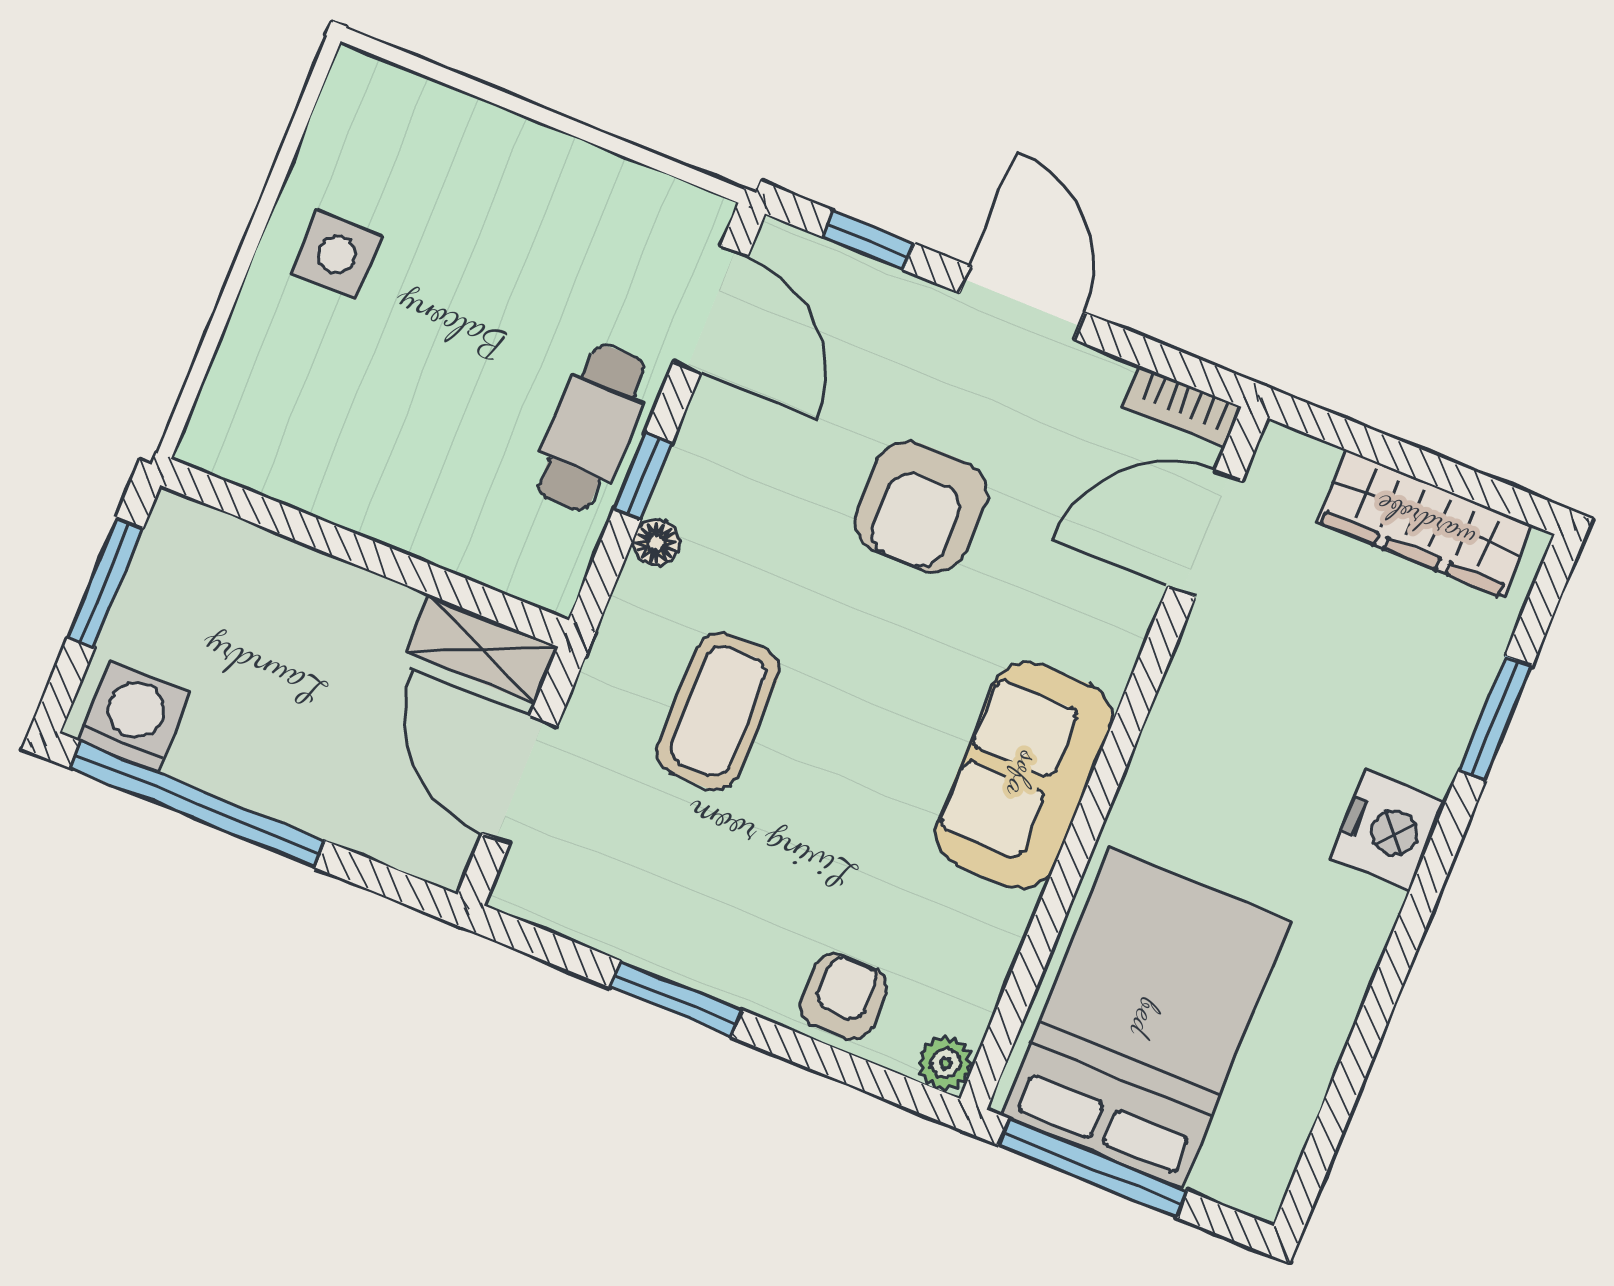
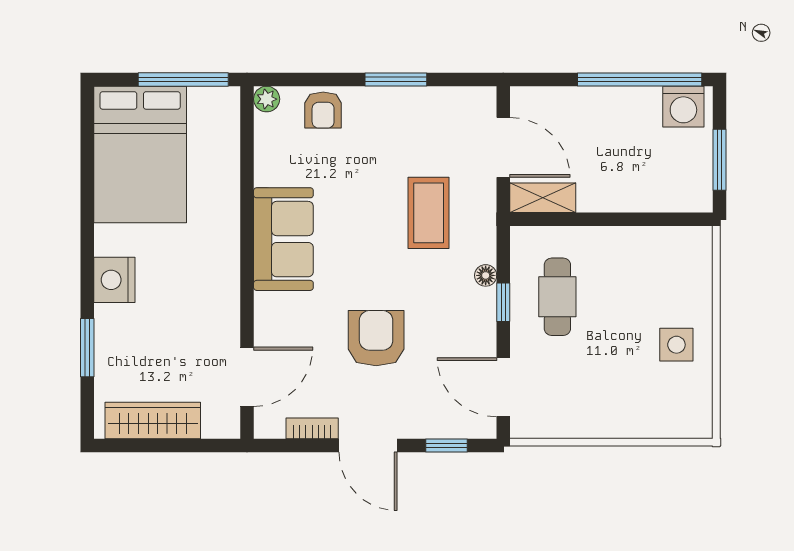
bookcase: (1182, 407) -> (312, 428), moved
cafe table: (592, 428) -> (557, 297), moved
bed: (1146, 1018) -> (140, 155), moved

